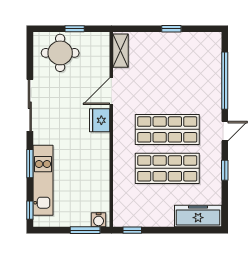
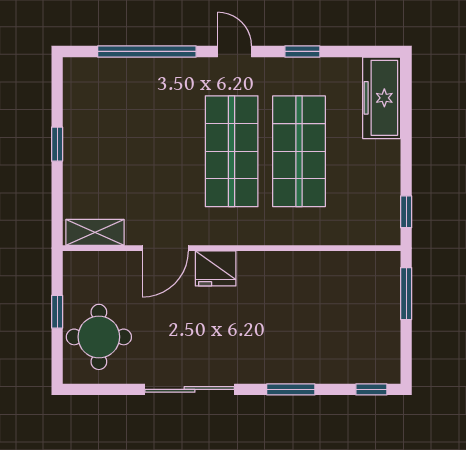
door: (111, 91) -> (165, 248), hinge flipped
kitchen unit: (43, 180) -> (320, 367), removed
water cooler: (99, 220) -> (388, 270), removed

